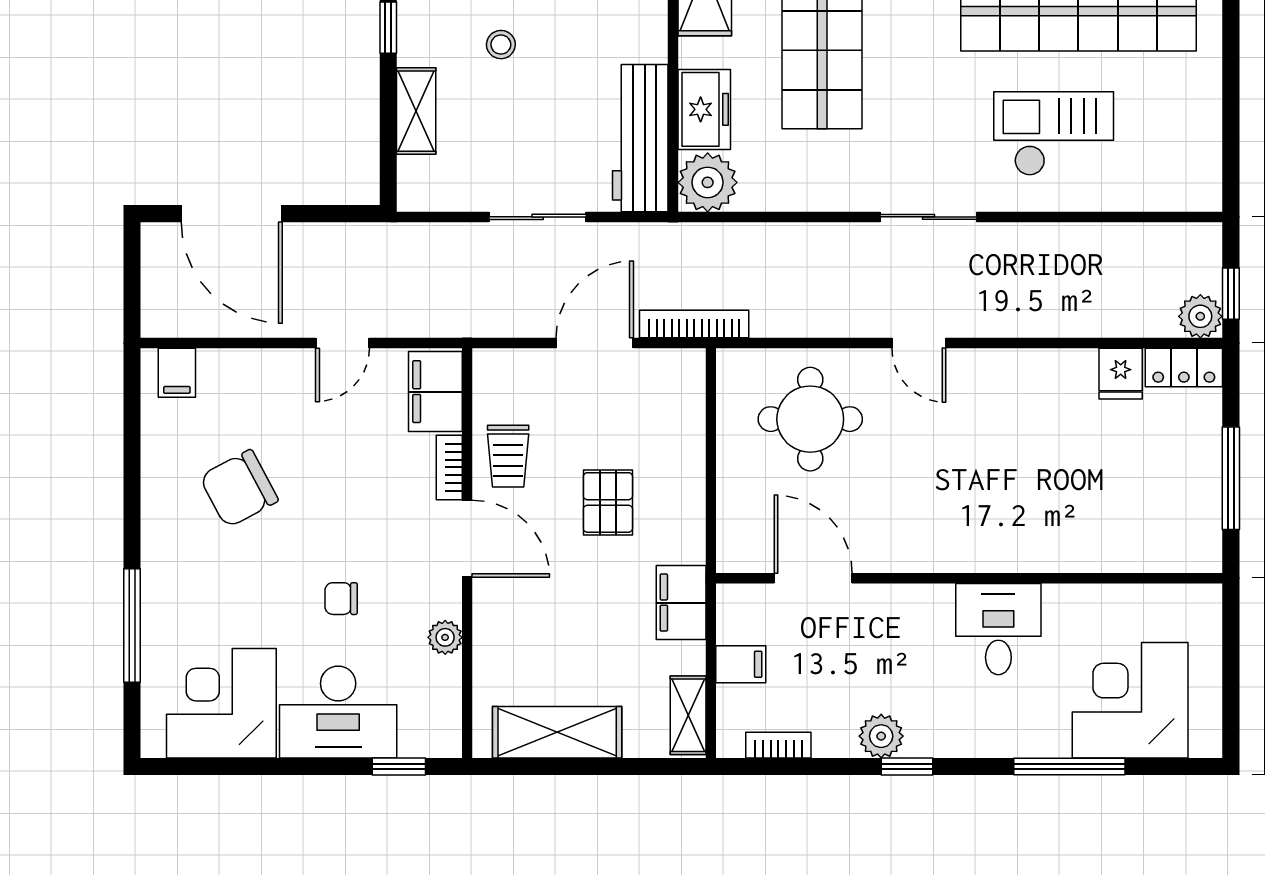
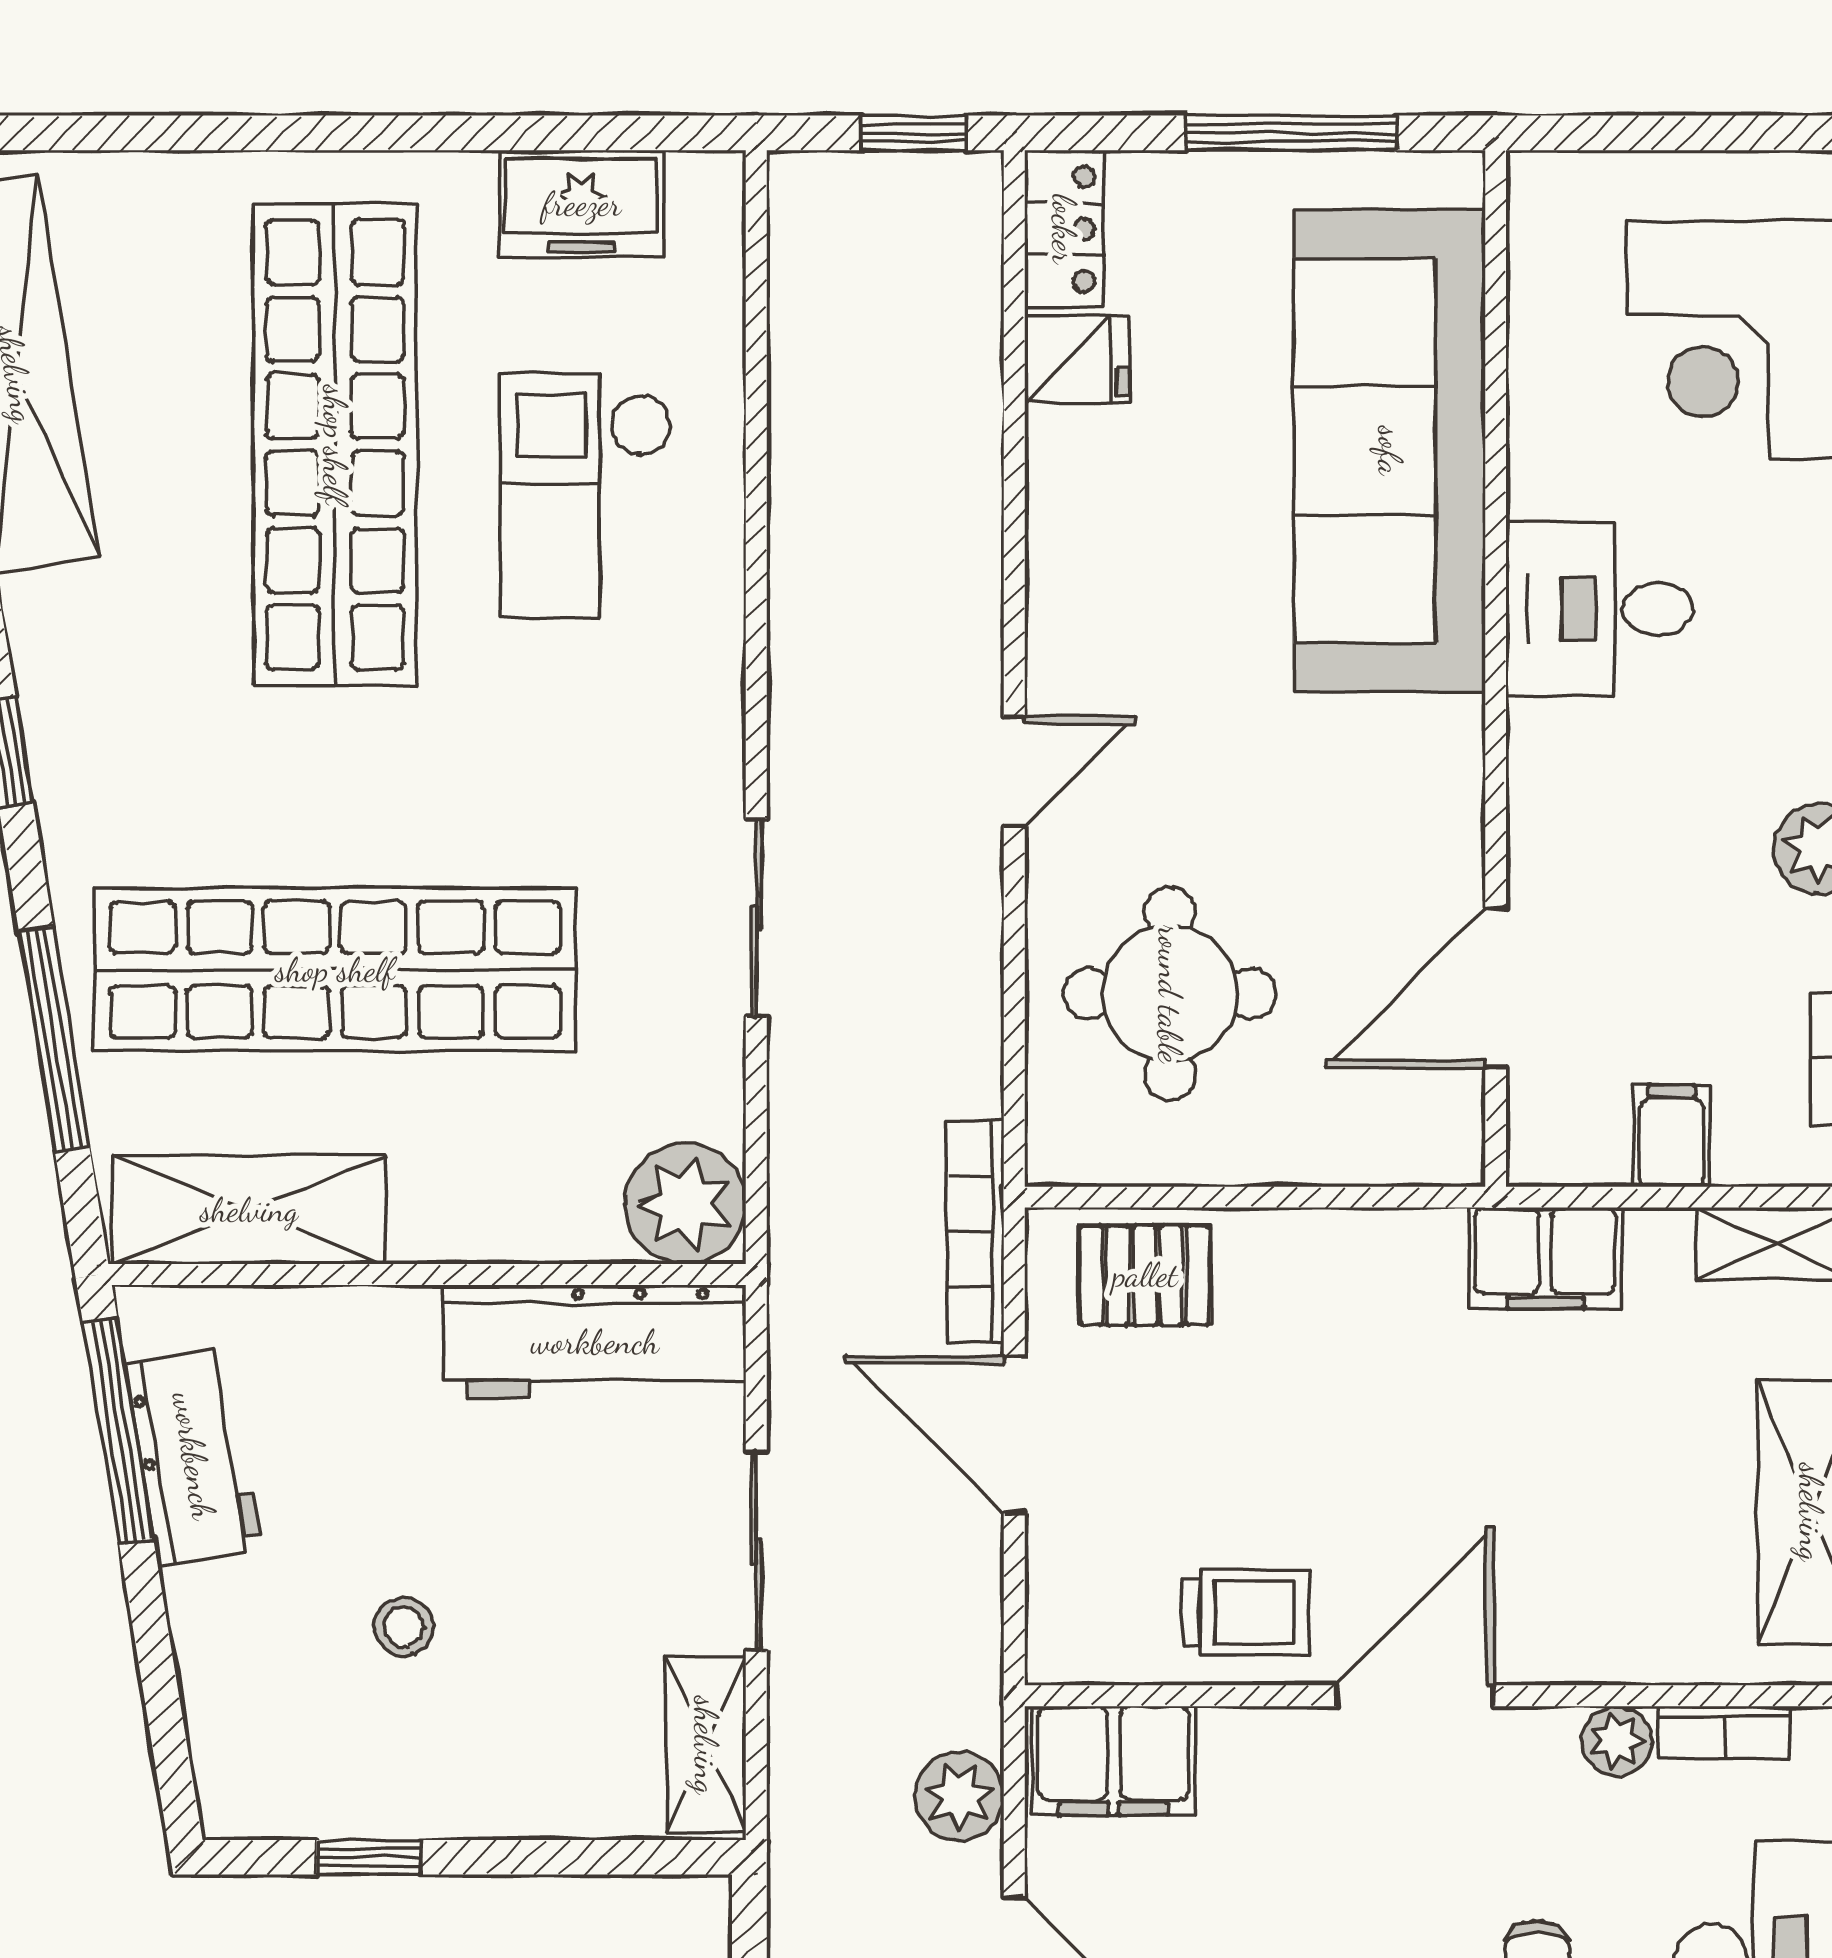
freezer: (704, 109) -> (582, 204), moved, turned 180
shelving: (416, 111) -> (706, 1745), moved, turned 90
sliding door: (929, 217) -> (756, 918), moved
plant: (1200, 316) -> (960, 1796), moved
bookcase: (449, 467) -> (1725, 1733), moved
pallet: (608, 502) -> (1145, 1275), moved
sofa: (1076, 526) -> (1390, 451), added

